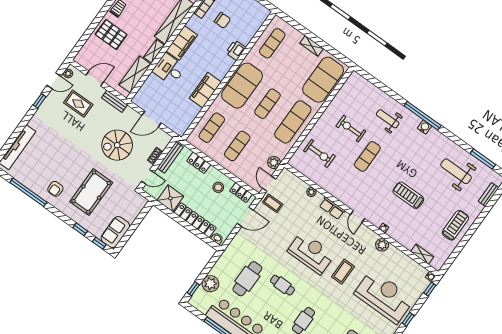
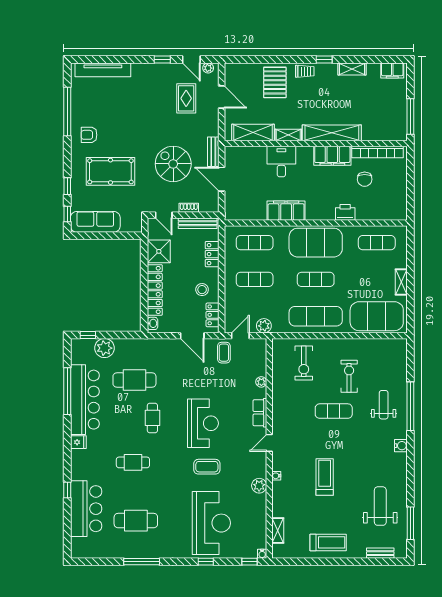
filing cabinet: (182, 43) -> (332, 156), moved
bench: (114, 101) -> (213, 152), moved
window: (423, 116) -> (410, 406), moved
sofa: (115, 232) -> (95, 222), width x1.36

